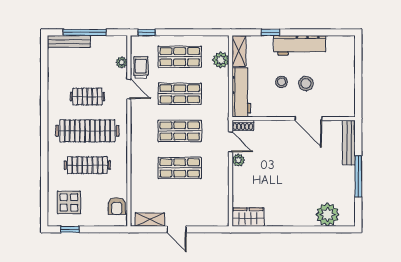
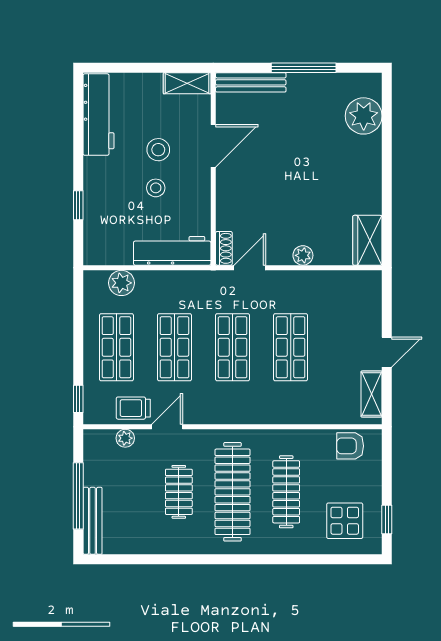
workbench: (300, 45) -> (98, 115), moved
shelving: (239, 51) -> (187, 83), moved
plant: (238, 160) -> (303, 255), moved
armchair: (117, 206) -> (350, 446), turned 180

